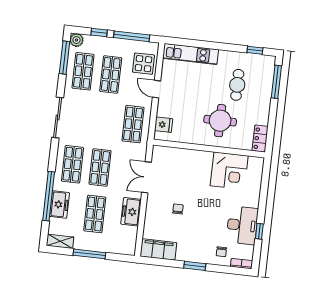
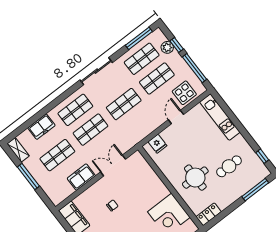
plant: (77, 40) -> (167, 47), moved
shop shelf: (133, 124) -> (124, 104), moved
window: (49, 196) -> (40, 114), removed

